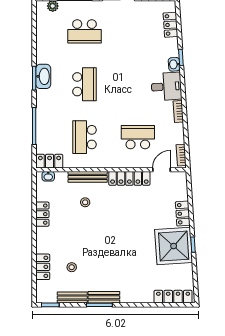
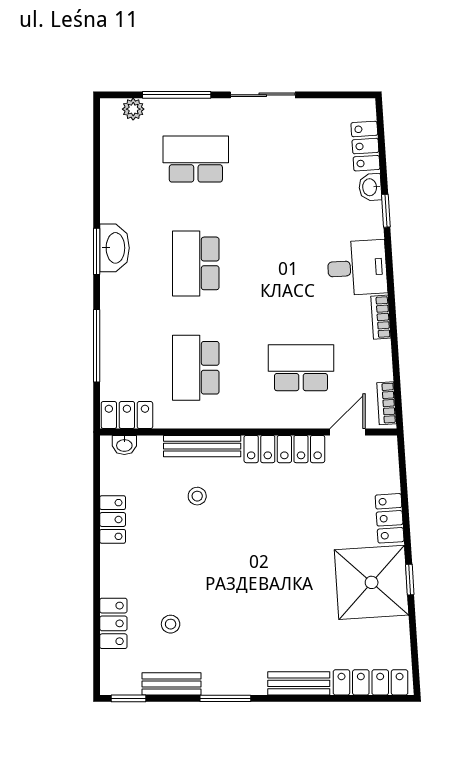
school desk: (84, 31) -> (196, 159), turned 180
washbasin: (174, 64) -> (370, 187), moved
school desk: (84, 84) -> (196, 263), turned 180
bench: (104, 297) -> (299, 683), moved

